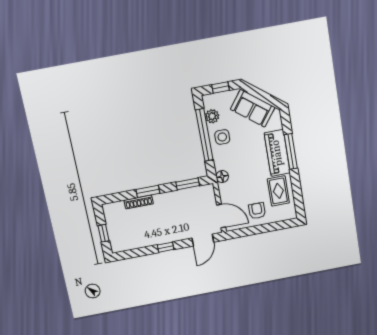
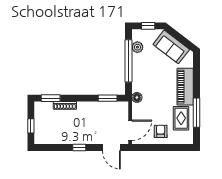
side table: (222, 137) -> (143, 65), removed
window: (291, 151) -> (196, 113), moved
window: (148, 191) -> (51, 98), moved
door: (221, 216) -> (130, 130), hinge flipped
door: (203, 240) -> (111, 148), hinge flipped

